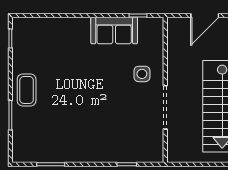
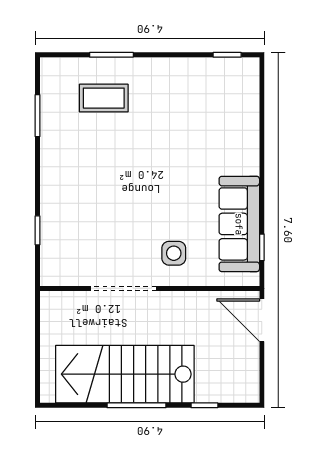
door: (205, 16) -> (262, 320), moved
sofa: (114, 30) -> (239, 224), width x1.36
coffee table: (27, 90) -> (104, 98), moved

